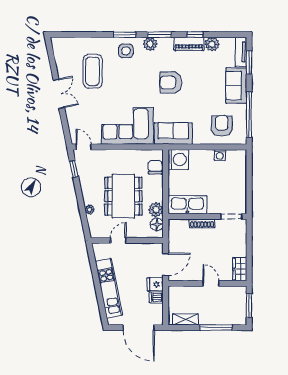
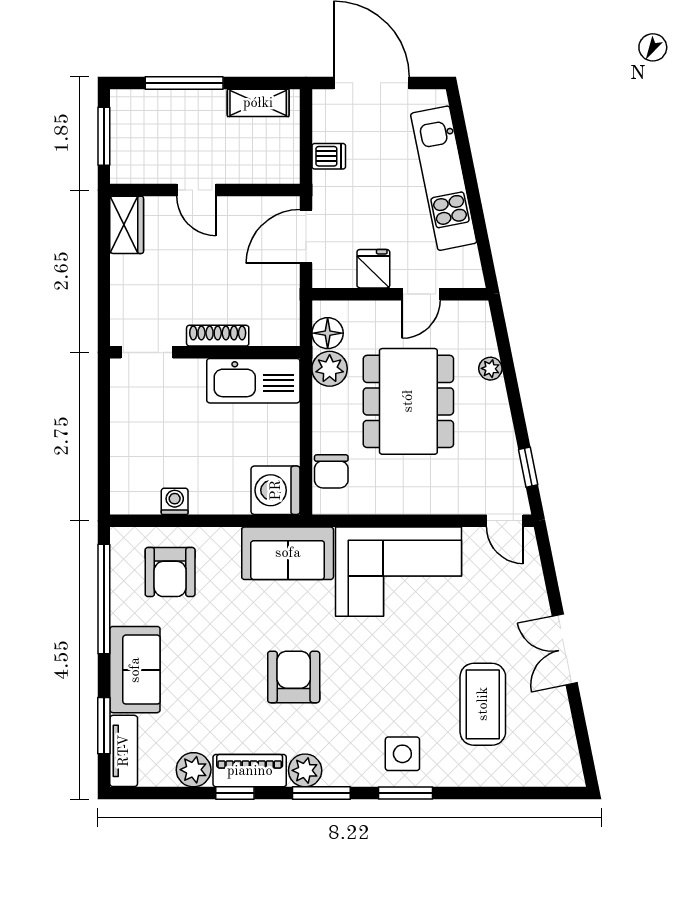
plant: (150, 44) -> (305, 770), moved
armchair: (171, 83) -> (294, 677), turned -90
fridge: (155, 284) -> (373, 269), moved, turned -90

